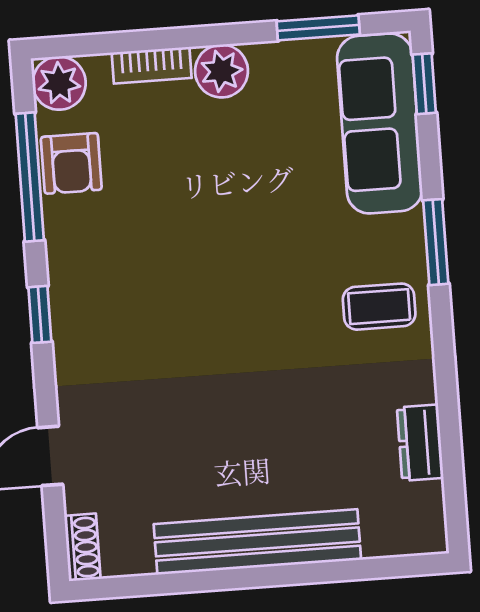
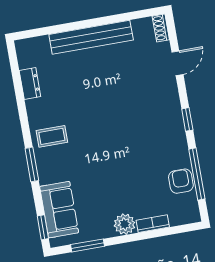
plant: (59, 83) -> (189, 213), removed
sofa: (380, 124) -> (59, 210), width x0.73

